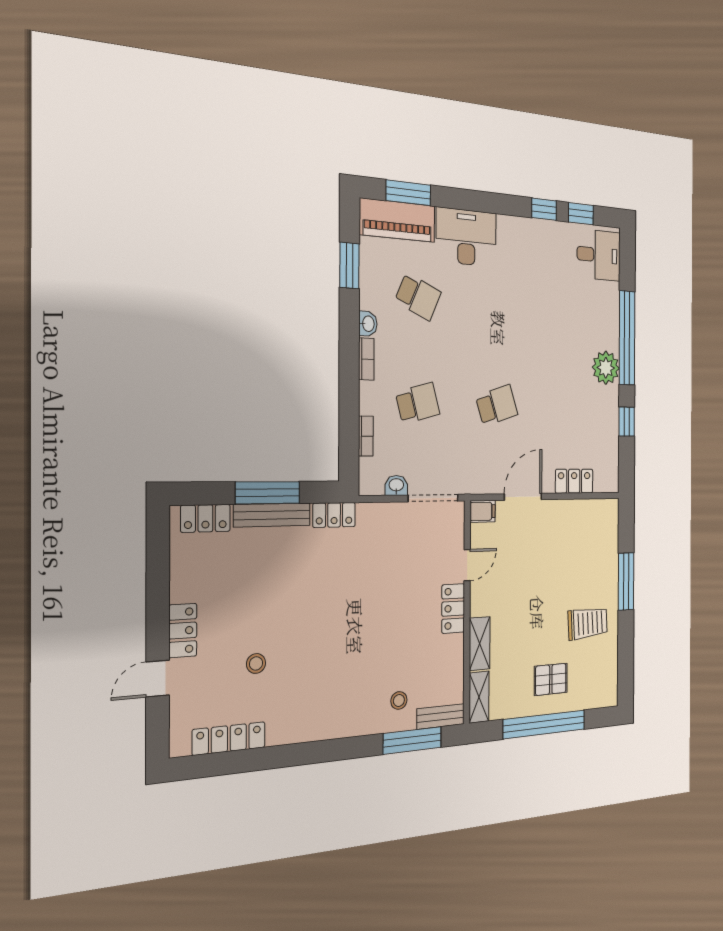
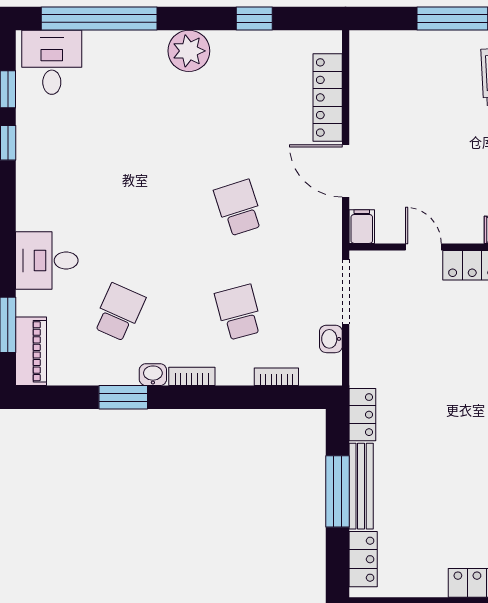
piano: (397, 220) -> (31, 351), width x0.73, depth x0.75
desk: (466, 237) -> (47, 261), width x0.73
window: (349, 265) -> (123, 397), moved
window: (627, 338) -> (99, 19), moved
locker: (574, 481) -> (328, 97), width x1.53

